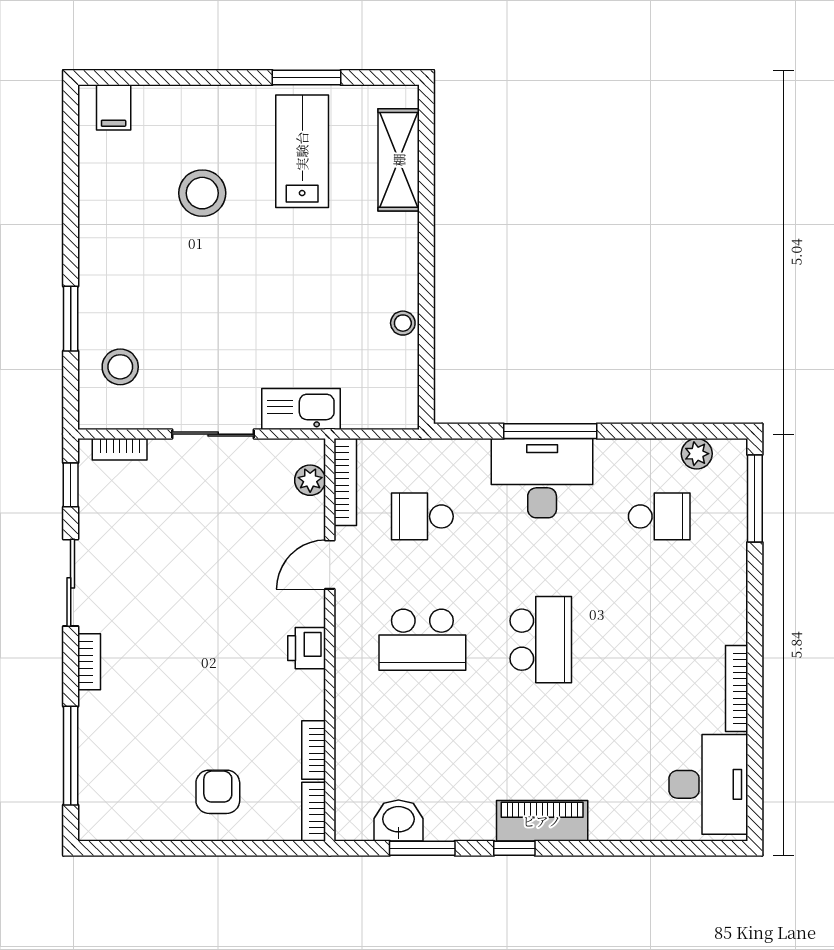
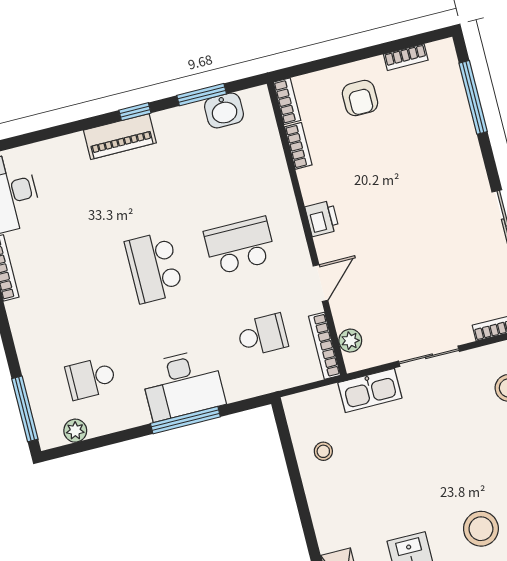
stool: (403, 323) -> (323, 451), moved
bookcase: (89, 662) -> (406, 57), moved, turned -90

